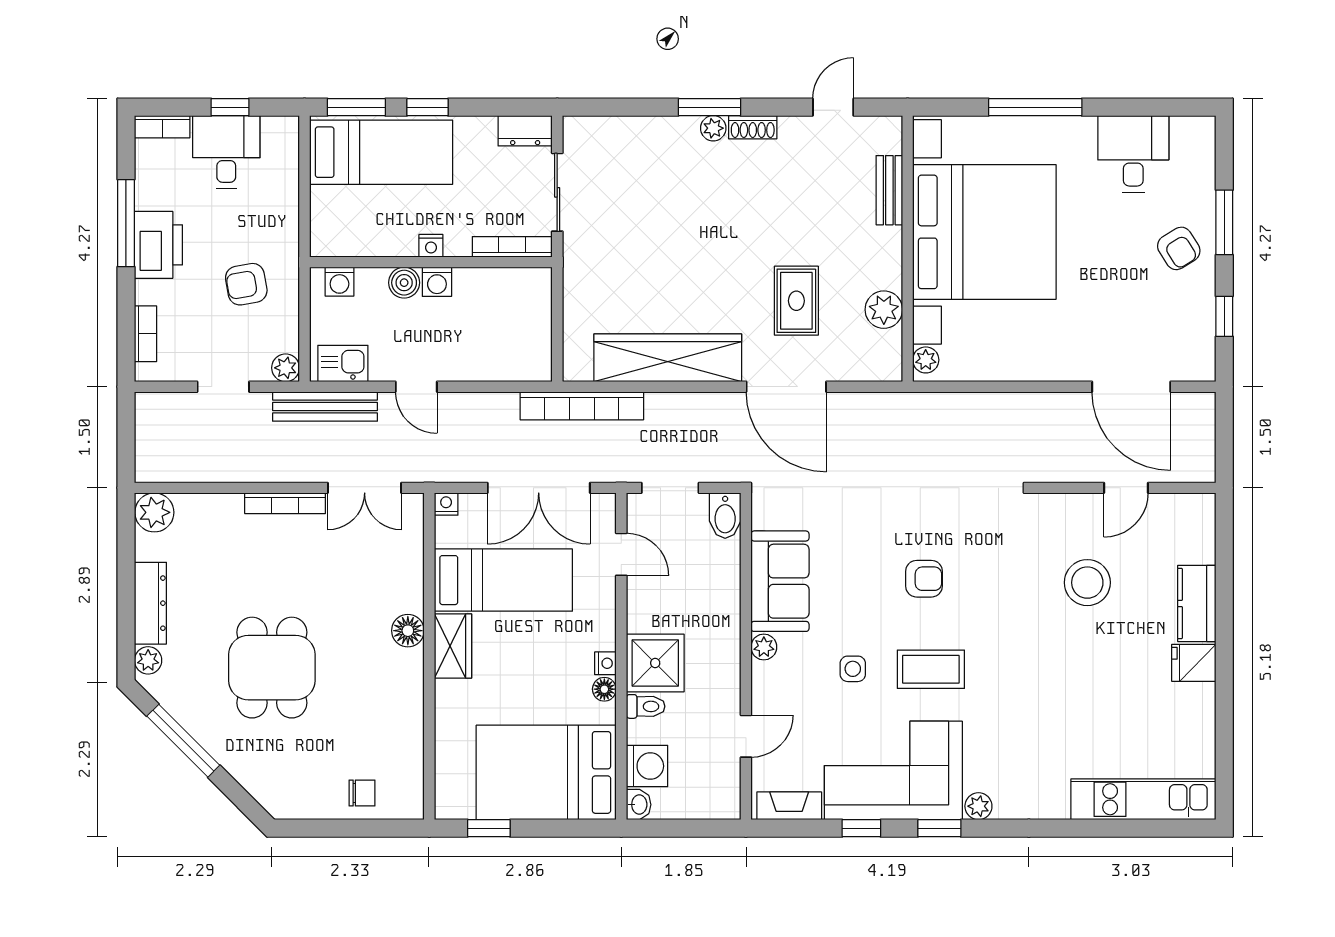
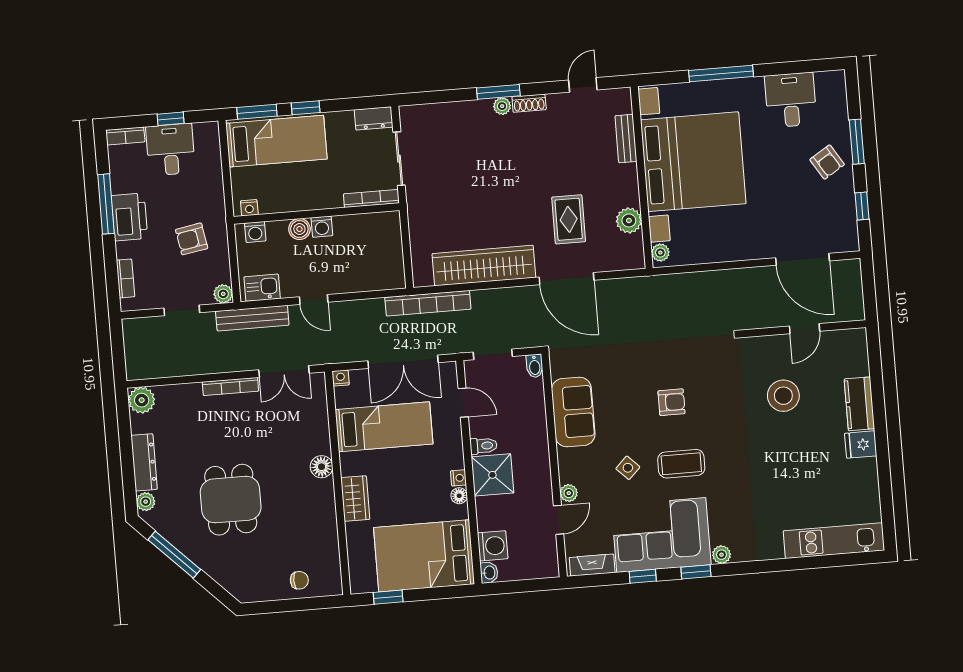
nightstand: (431, 246) -> (249, 208), moved
bidet: (725, 516) -> (535, 366), width x0.72, depth x0.74
wardrobe: (453, 646) -> (355, 499), moved
plant: (764, 647) -> (569, 493), moved
side table: (853, 669) -> (628, 468), turned 45
toilet: (646, 706) -> (483, 446), moved

